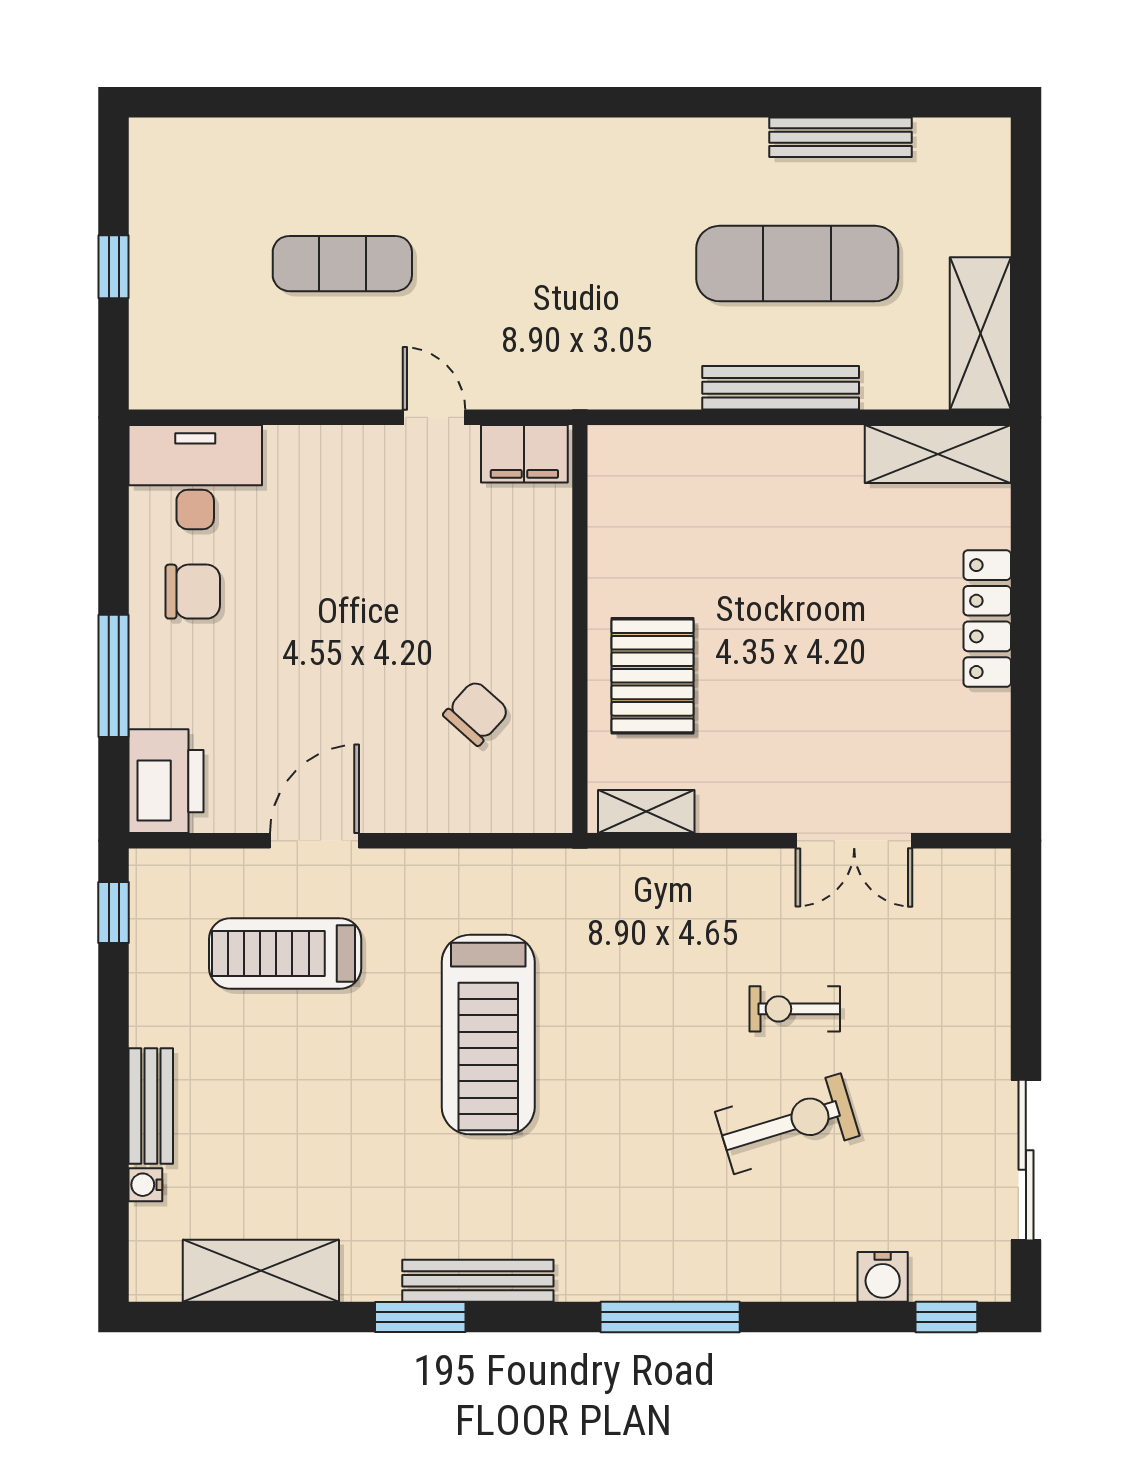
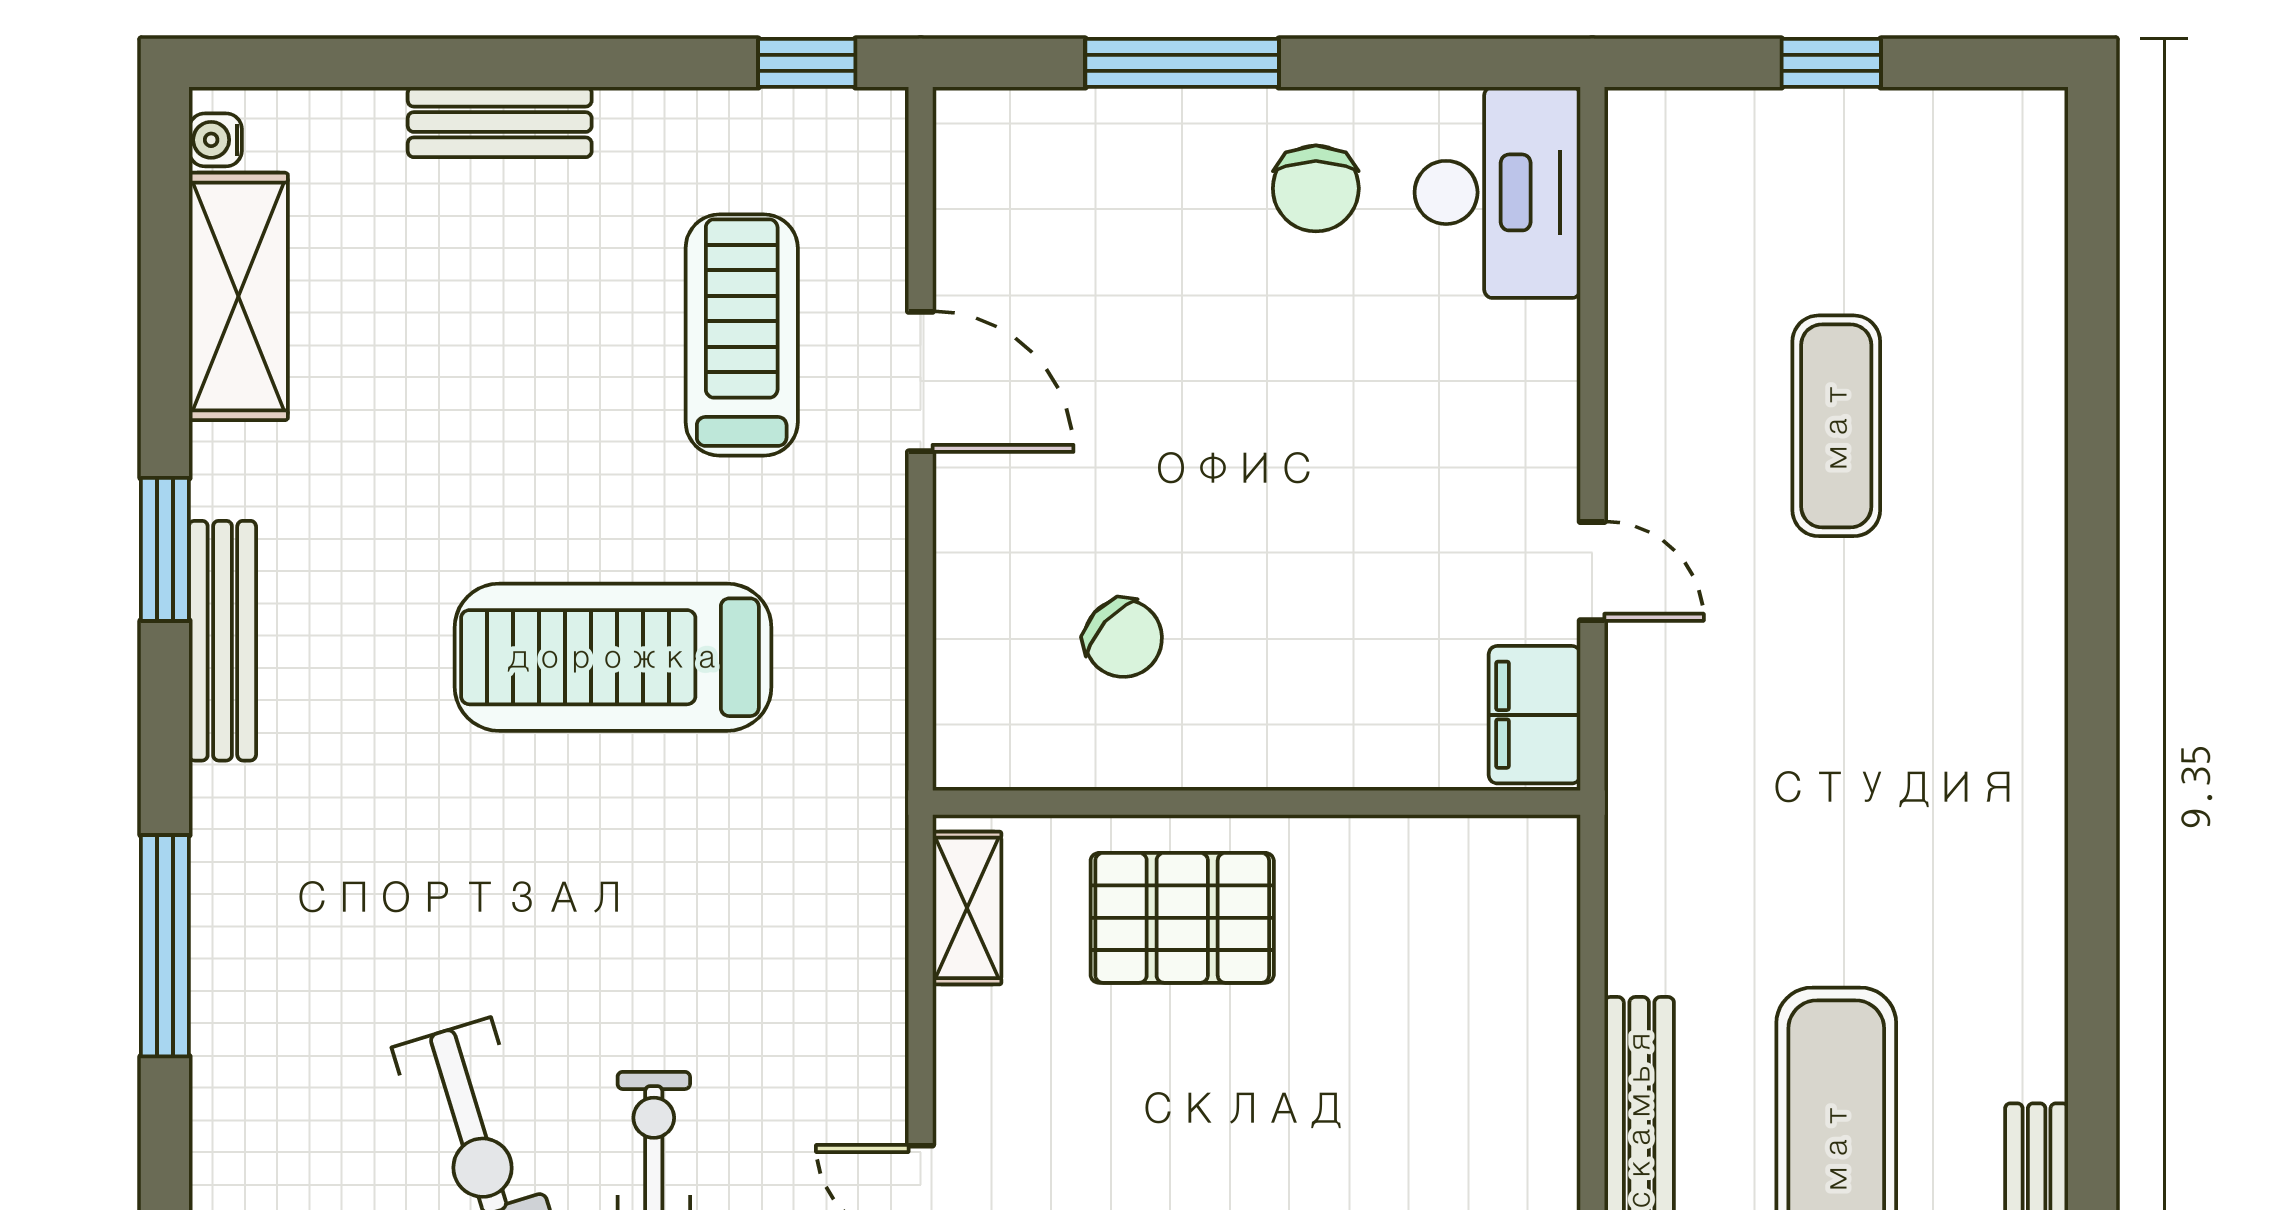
door: (434, 417) -> (1592, 571), hinge flipped
printer: (166, 781) -> (1015, 146), removed
water cooler: (145, 1185) -> (215, 140), moved, turned -90

